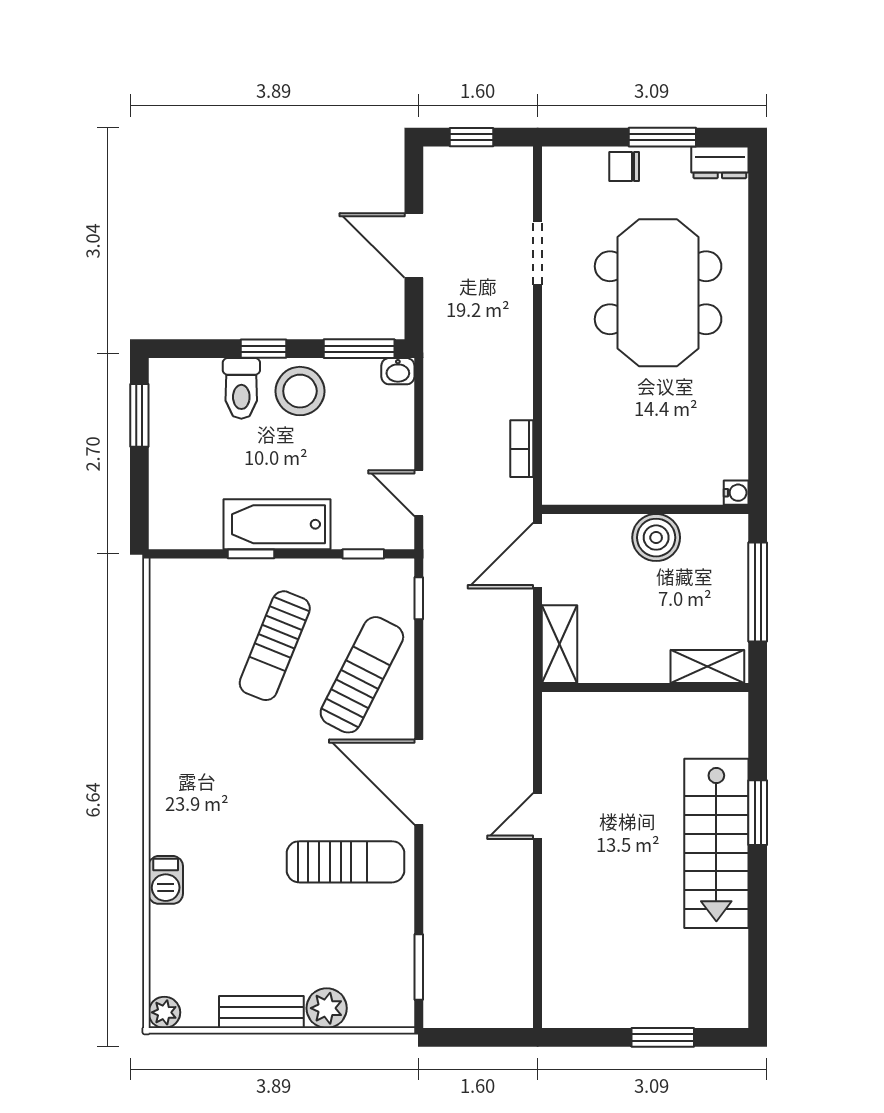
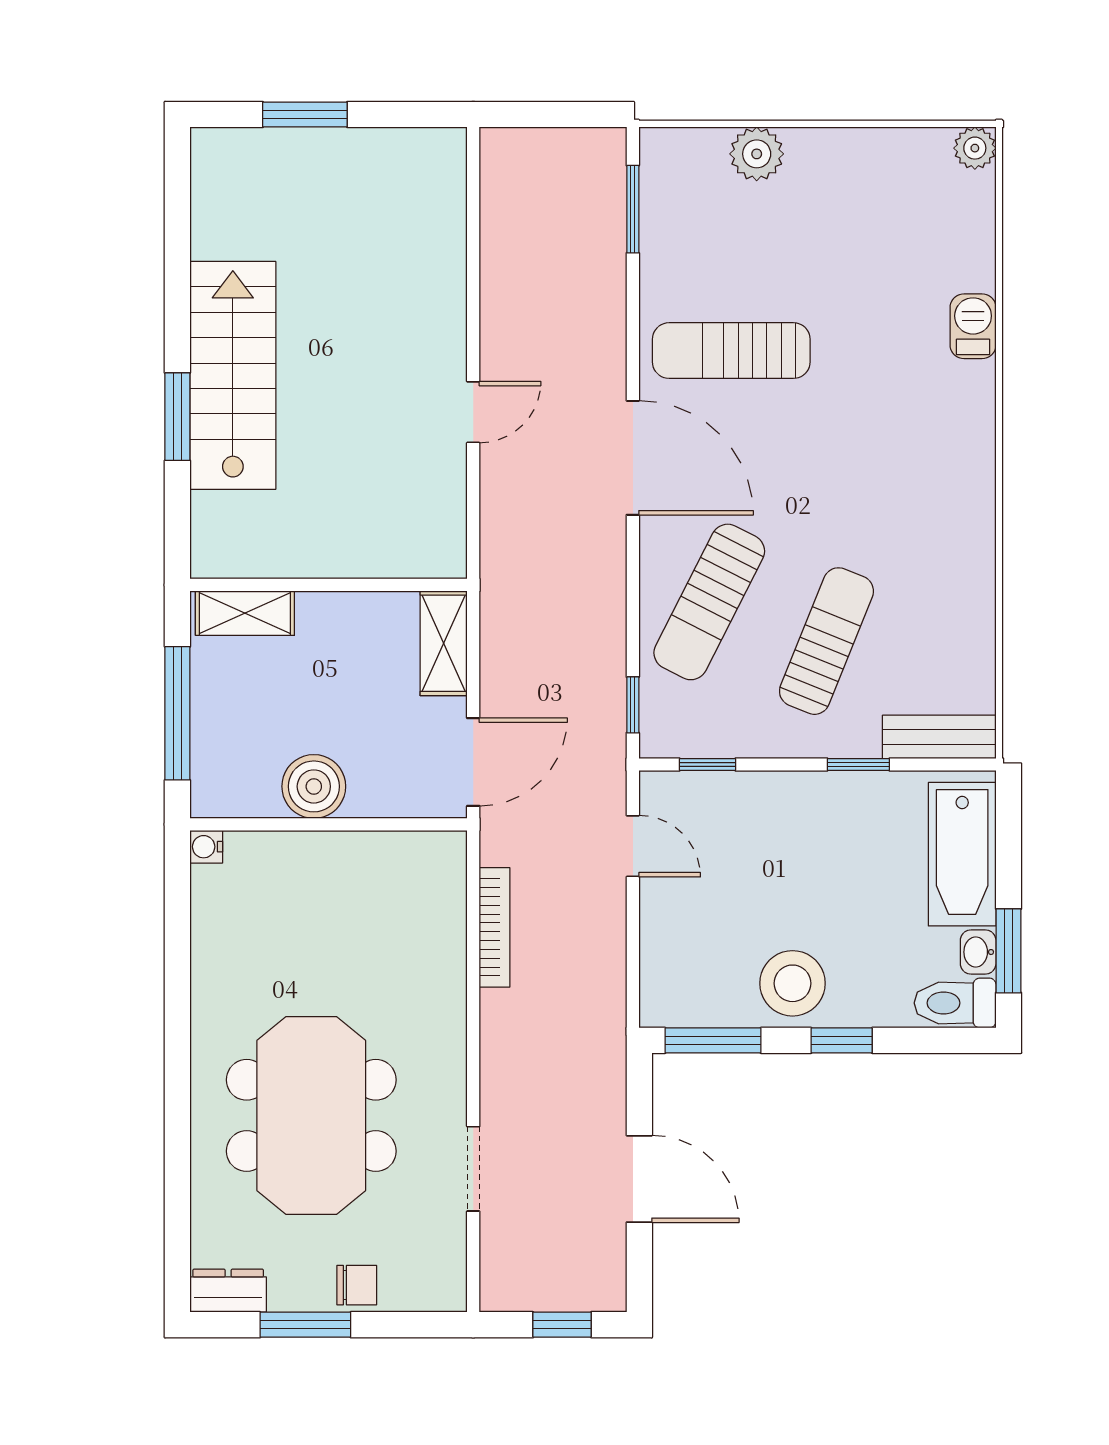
washbasin: (398, 371) -> (978, 952), moved, turned -90
toilet: (241, 388) -> (955, 1003), moved, turned -90
bookcase: (522, 449) -> (495, 927), width x1.56
bathtub: (277, 524) -> (962, 854), moved, turned 90
bench: (261, 1012) -> (939, 737), moved

